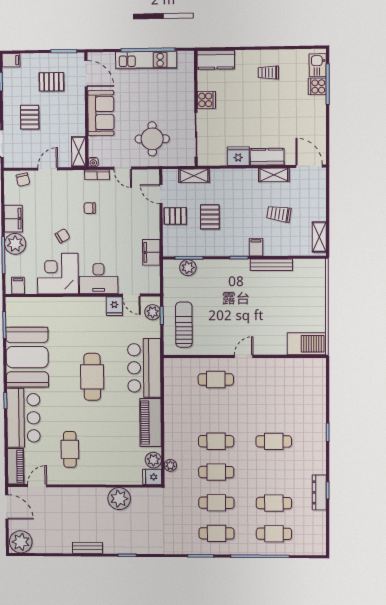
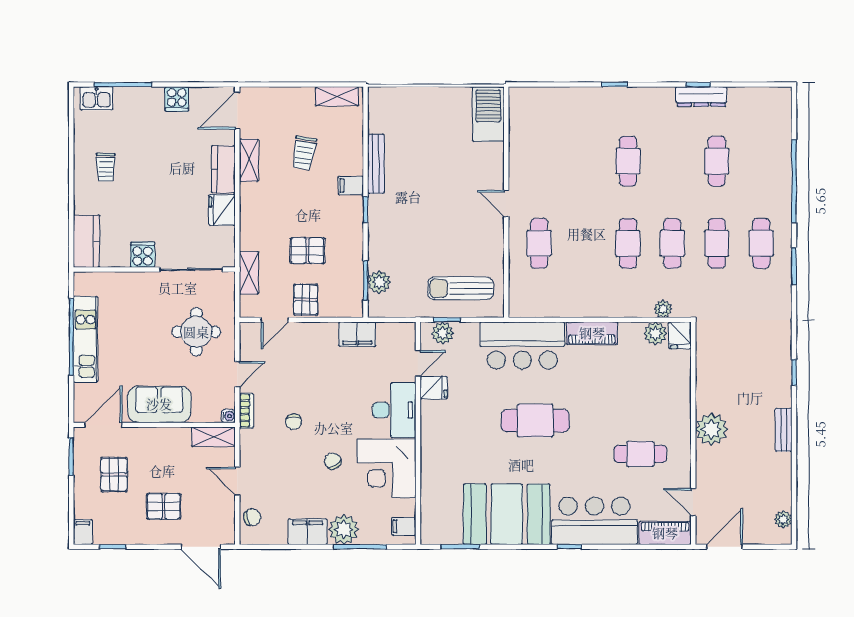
cooker: (317, 86) -> (177, 99), moved
piano: (151, 423) -> (592, 333), width x0.73, depth x0.75
plant: (119, 499) -> (712, 429), moved
cafe table: (274, 534) -> (761, 161), removed
plant: (21, 542) -> (783, 519), width x0.53, depth x0.53

